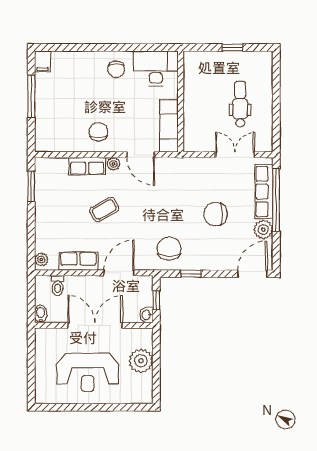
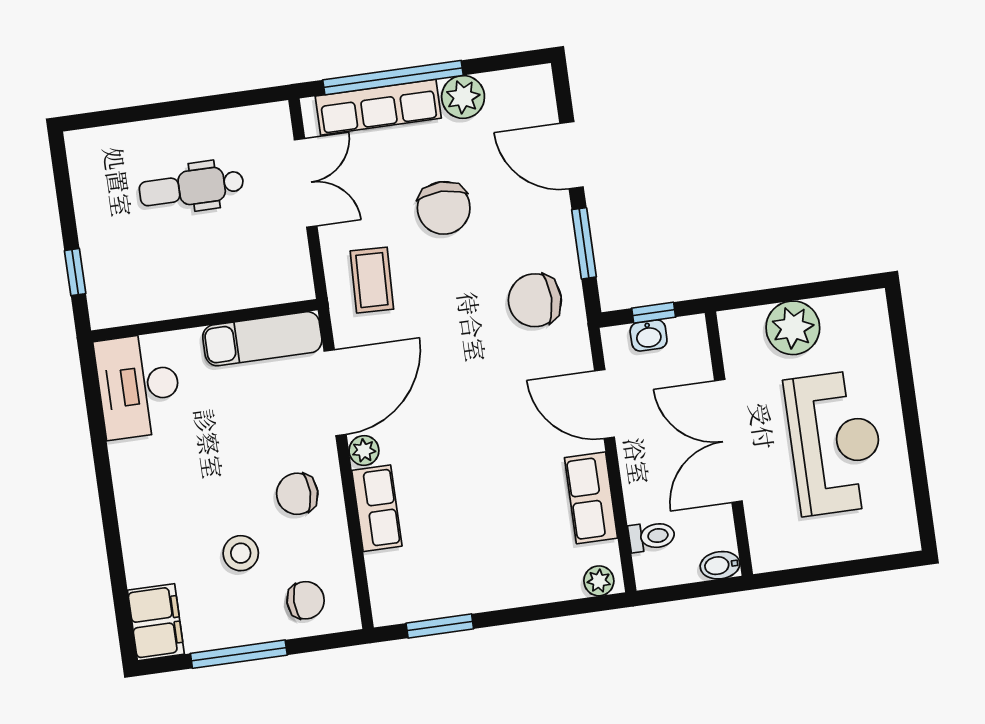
window: (232, 47) -> (75, 272), moved
filing cabinet: (43, 61) -> (156, 622), width x2.00
chair: (116, 69) -> (306, 600), moved
stool: (76, 103) -> (241, 553), added
door: (141, 155) -> (335, 393), width x1.36
double door: (235, 155) -> (306, 183), swing flipped
coffee table: (104, 210) -> (372, 280), moved, turned 31
window: (191, 274) -> (584, 243), width x1.50
door: (252, 274) -> (572, 155), moved
washbasin: (146, 315) -> (649, 335), moved

